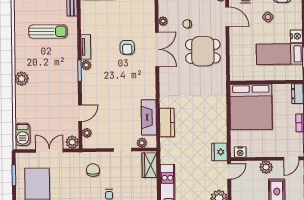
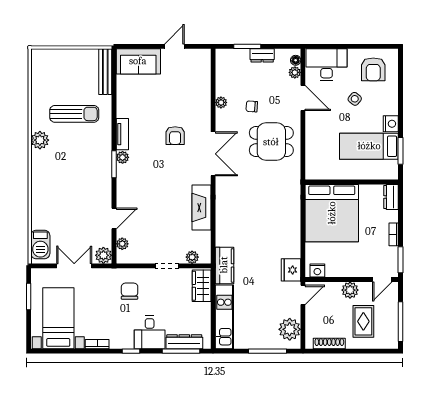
double door: (157, 49) -> (213, 154), moved
plant: (22, 79) -> (40, 140), moved
fireplace: (149, 117) -> (201, 208), moved
kitchen counter: (167, 122) -> (224, 265), moved

